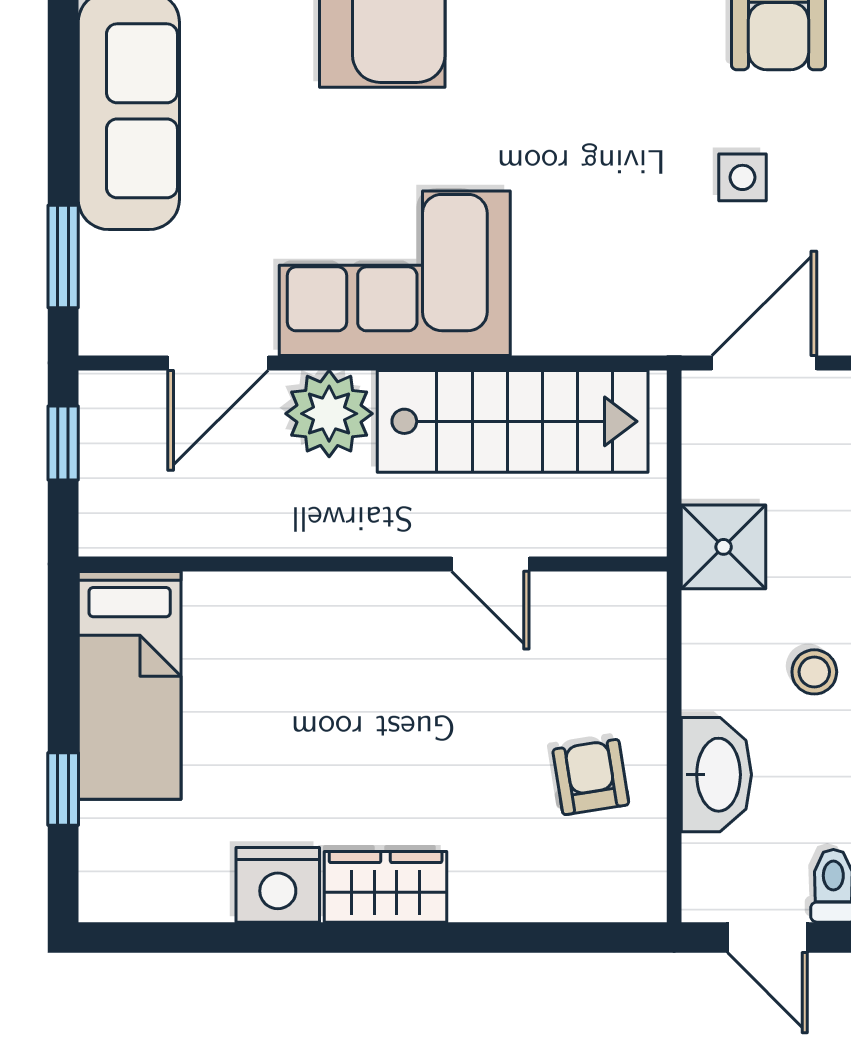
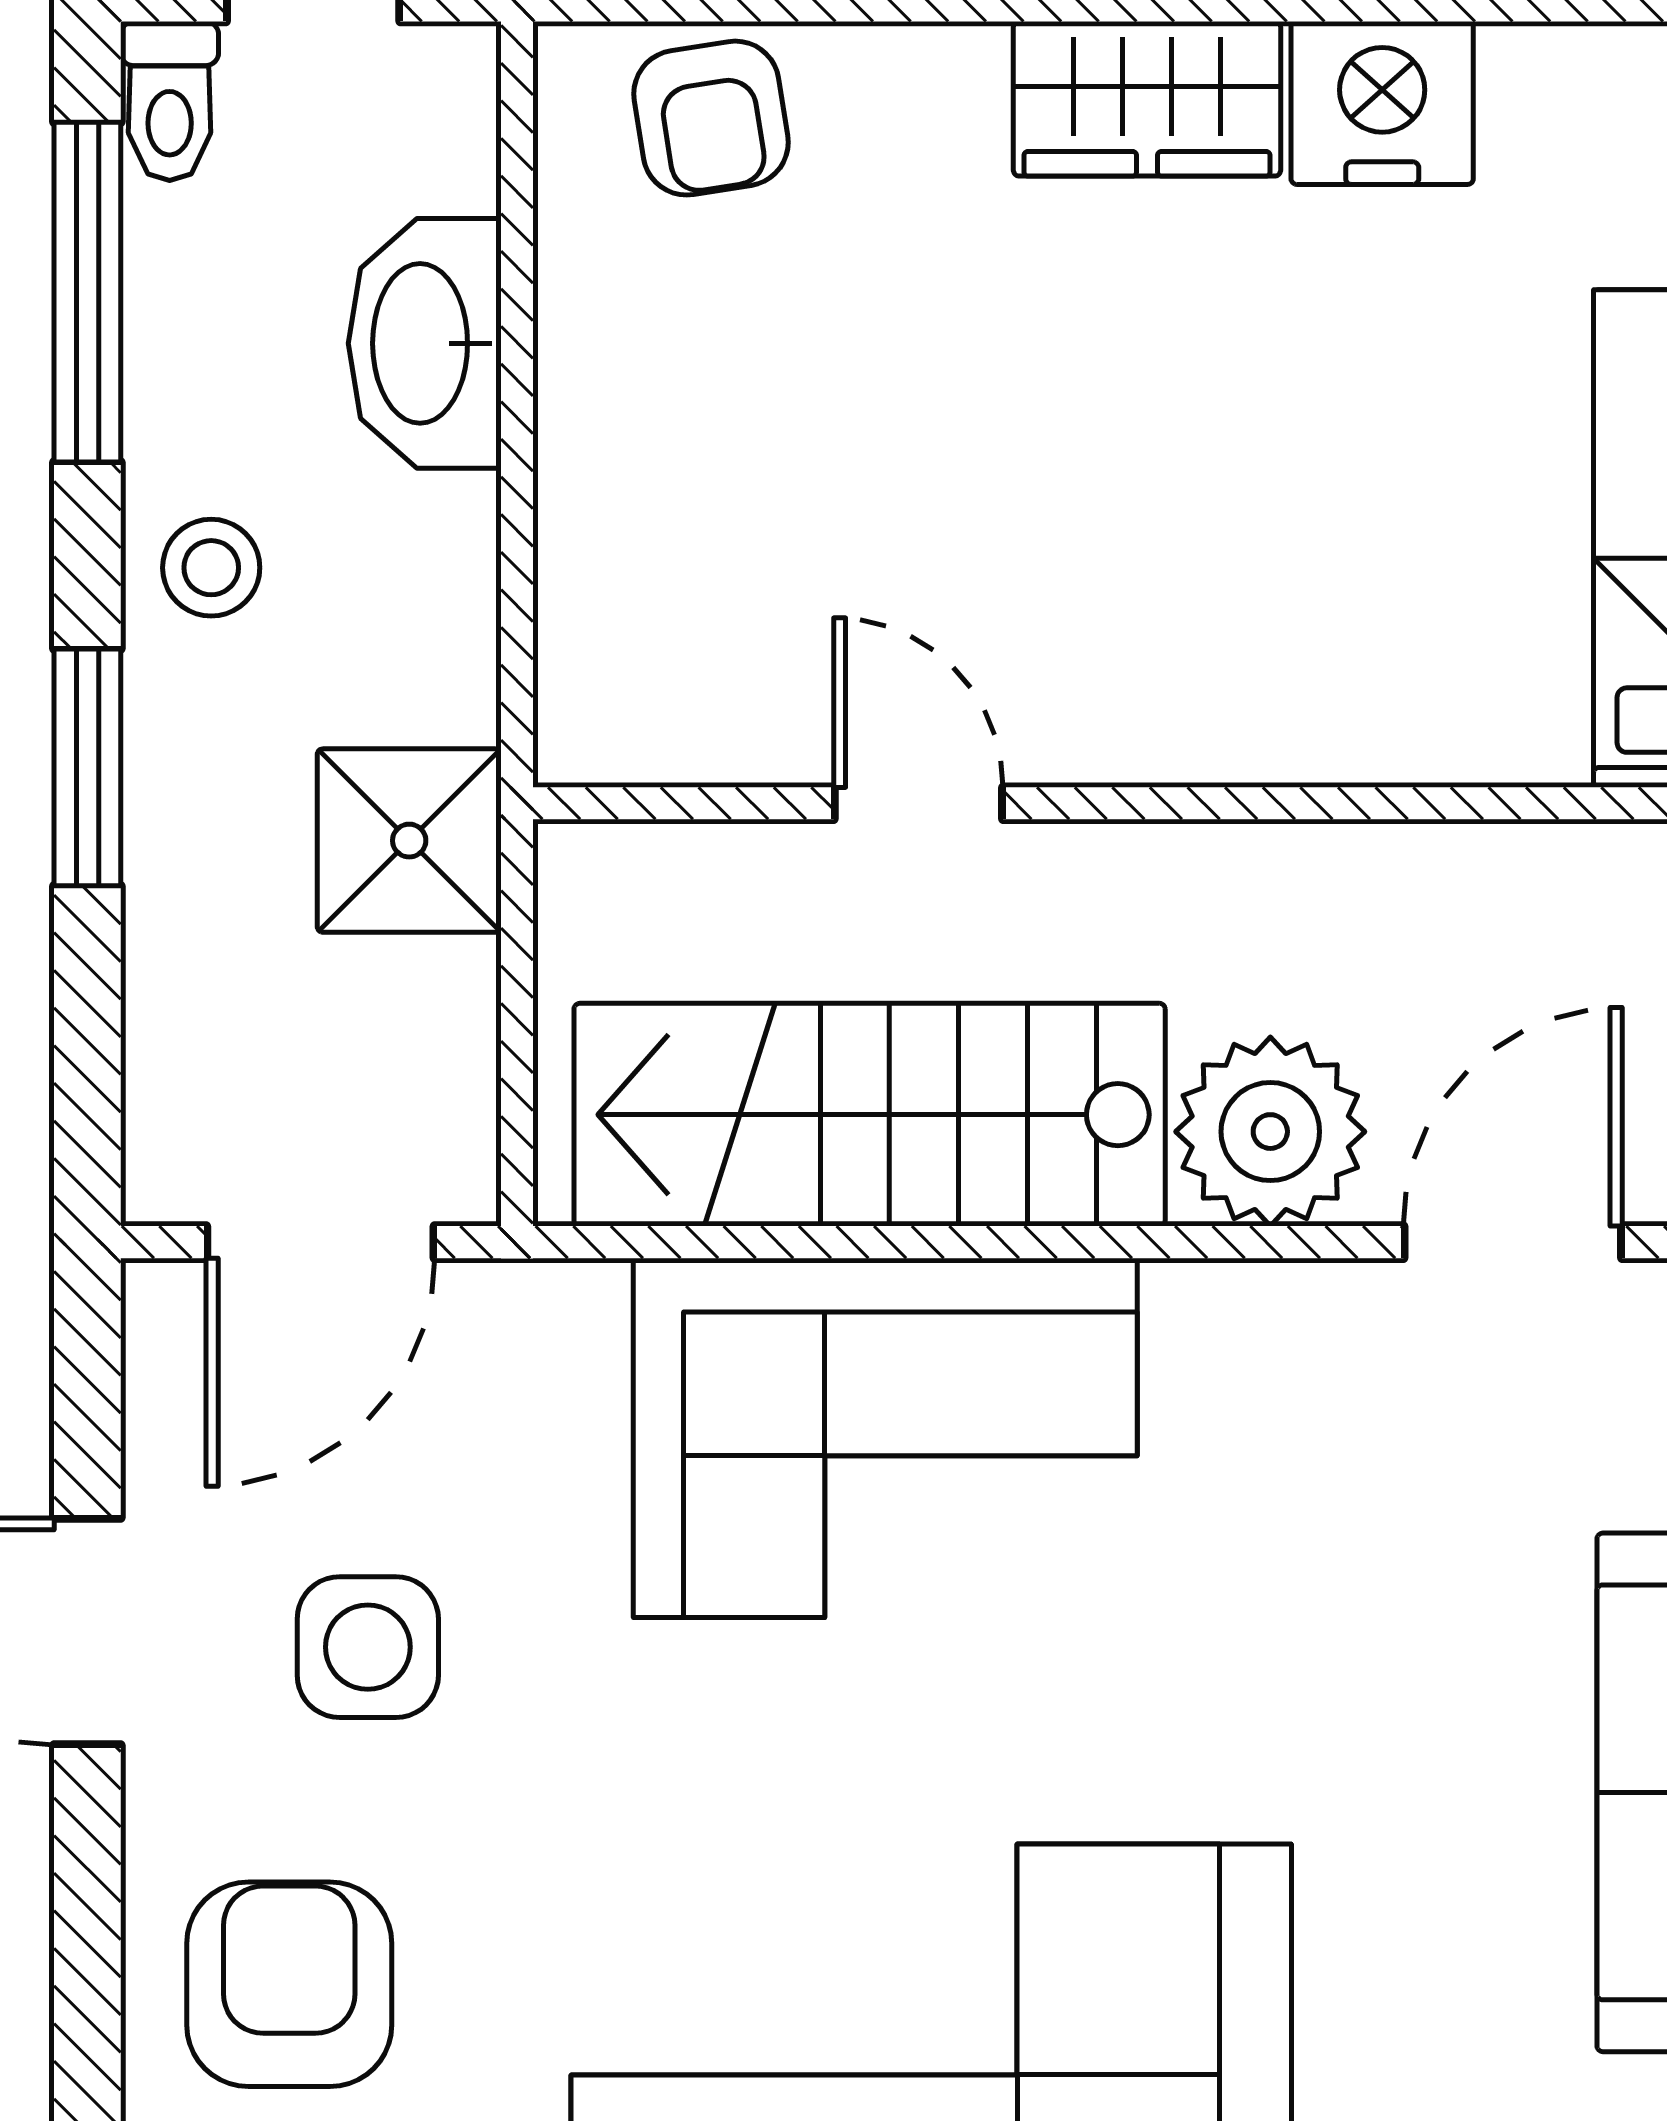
side table: (743, 177) -> (368, 1647), width x1.37, depth x1.37
corner sofa: (395, 273) -> (885, 1438), moved
armchair: (591, 777) -> (711, 118), moved

